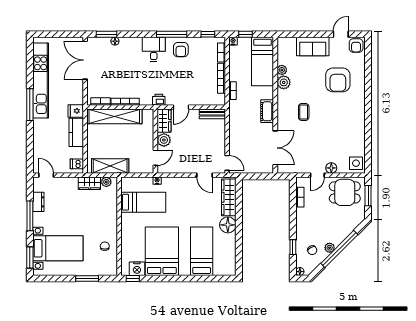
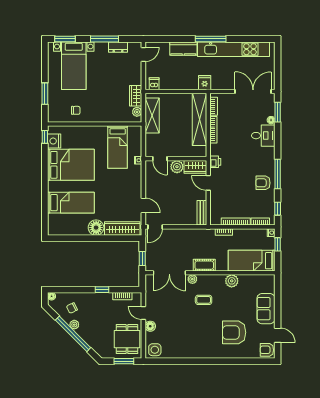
desk: (154, 49) -> (263, 136), moved
plant: (282, 70) -> (192, 279), moved
kitchen counter: (76, 132) -> (183, 49), moved, turned 180
door: (205, 175) -> (143, 205), swing flipped
window: (260, 176) -> (142, 258), added
window: (293, 247) -> (102, 290), moved

